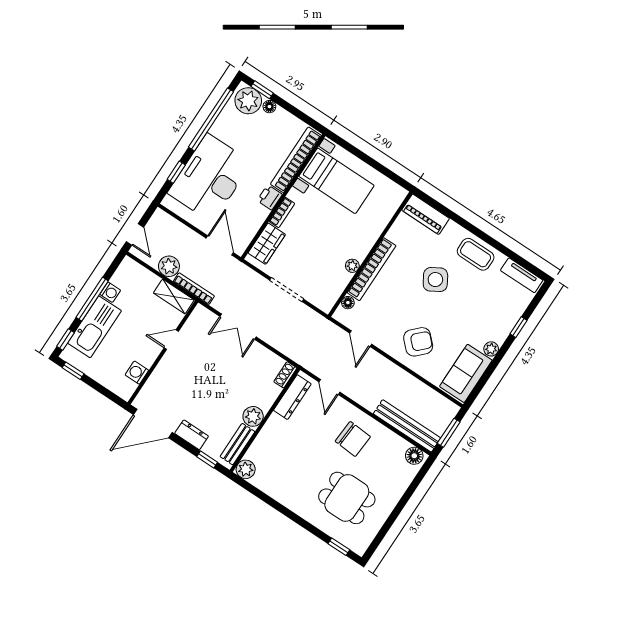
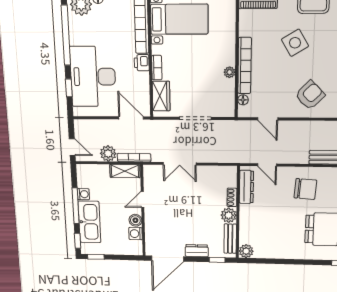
boiler: (147, 358) -> (135, 220), added
shoe rack: (285, 375) -> (232, 197), moved

